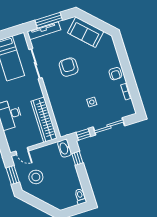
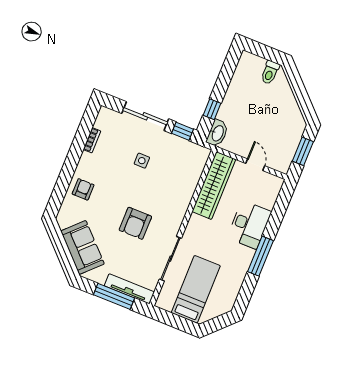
armchair: (115, 74) -> (83, 189), moved
door: (22, 151) -> (255, 165), moved
stool: (36, 177) -> (278, 127), removed
toilet: (80, 196) -> (270, 72), moved

